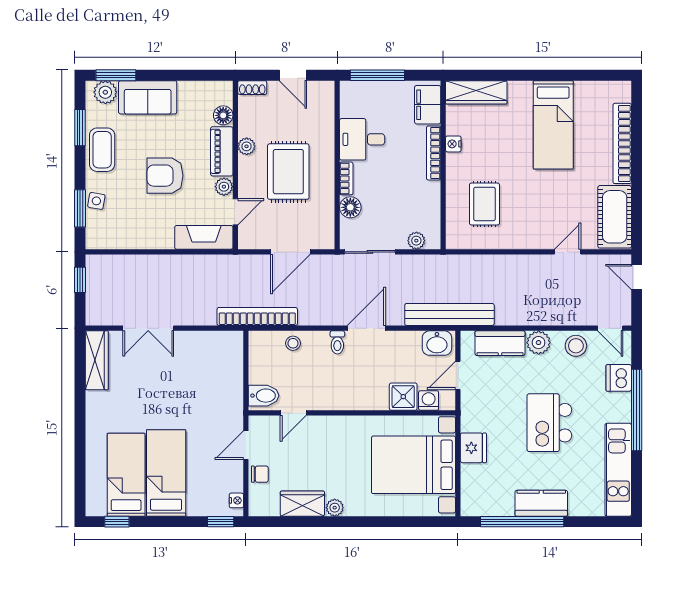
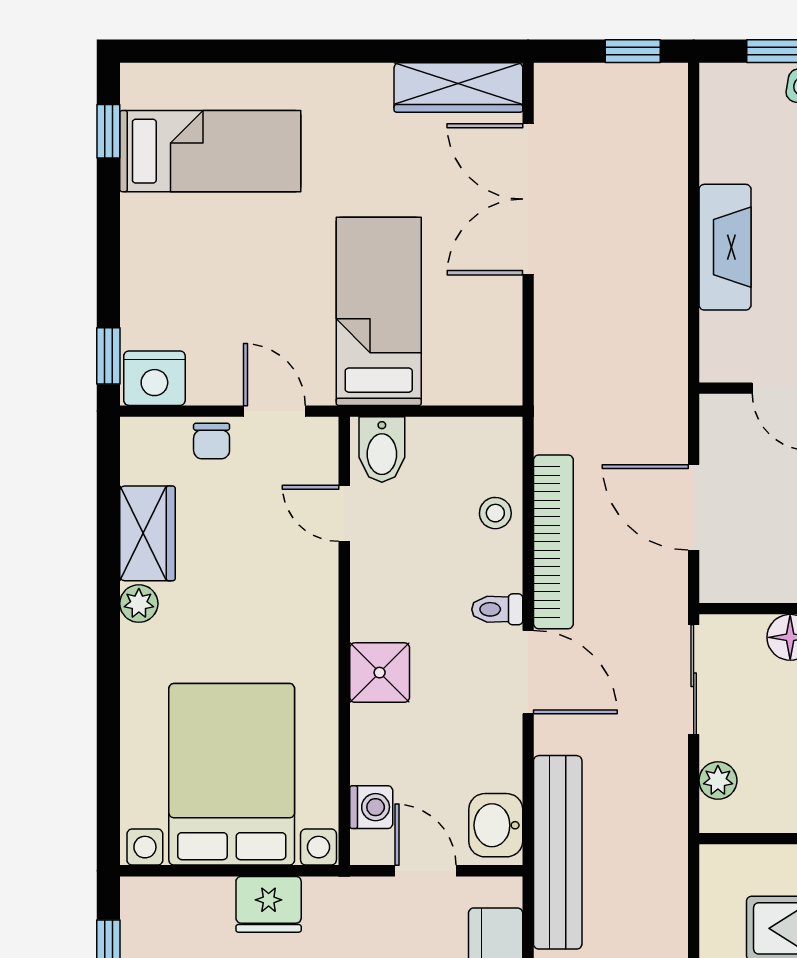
fireplace: (204, 237) -> (725, 247), moved
bookcase: (257, 316) -> (553, 542), moved
double door: (148, 328) -> (528, 199), width x1.37
shower: (403, 397) -> (380, 673), moved
bed: (166, 473) -> (379, 311), moved, turned -90
nightstand: (236, 500) -> (154, 378), width x1.89, depth x1.79

